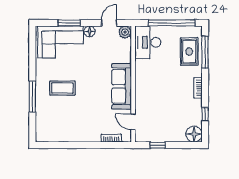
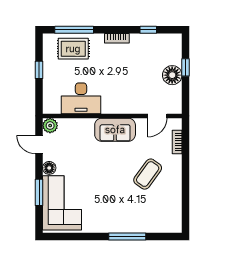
window: (172, 23) -> (39, 70), width x0.32
desk: (148, 42) -> (81, 98), moved
sofa: (122, 86) -> (115, 130), width x0.73
coffee table: (62, 88) -> (148, 174), moved, turned 36
floor lamp: (194, 134) -> (172, 75), moved
window: (158, 145) -> (185, 67), moved

